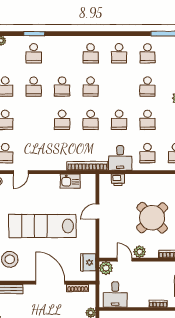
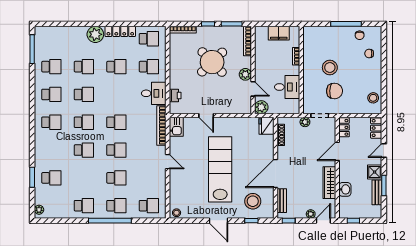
school desk: (34, 87) -> (116, 178), moved
school desk: (119, 120) -> (84, 94), moved
door: (21, 172) -> (168, 162), moved
kitchen sink: (70, 181) -> (176, 127), moved
lab bench: (42, 226) -> (220, 169), turned 180
door: (125, 260) -> (253, 89), swing flipped
fridge: (88, 262) -> (266, 126), moved, turned 90
door: (50, 283) -> (275, 173), moved
desk: (115, 295) -> (287, 87), moved

